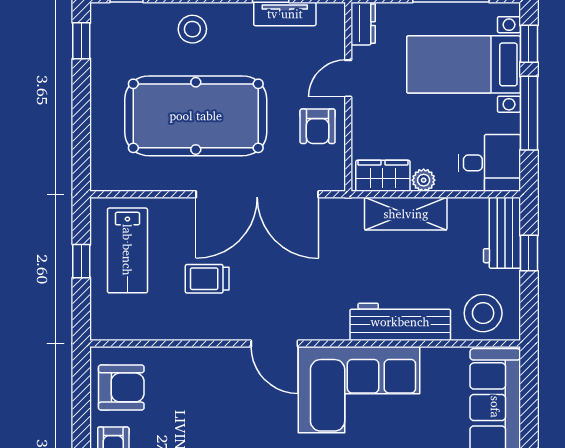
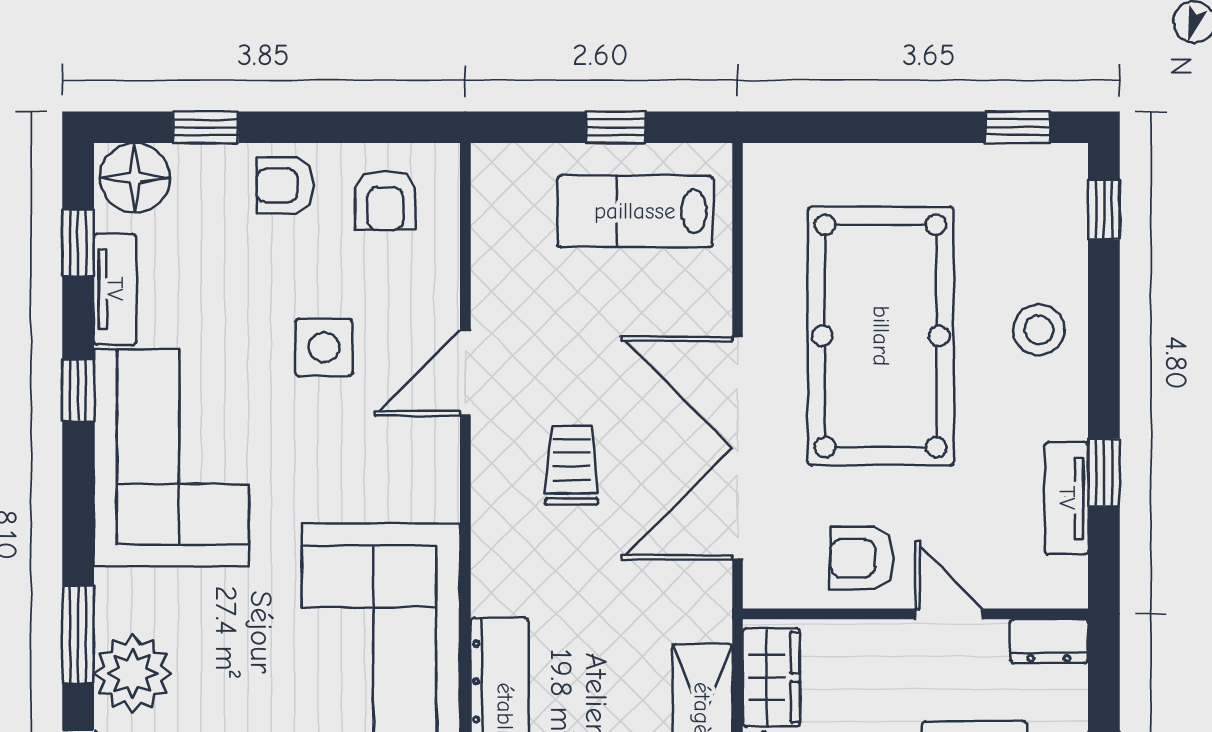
trolley: (207, 279) -> (572, 465), moved
door: (274, 344) -> (465, 373), moved
armchair: (121, 387) -> (385, 200), width x0.72, depth x0.72
side table: (202, 421) -> (324, 347), added

